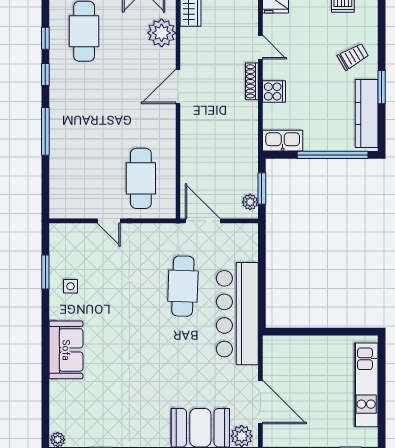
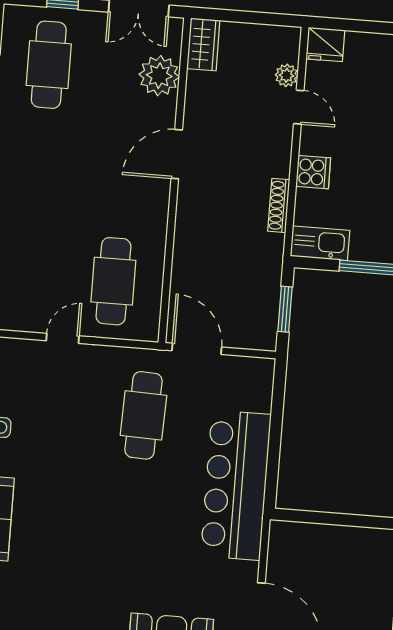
shoe rack: (252, 81) -> (279, 205), moved
plant: (250, 202) -> (287, 75), moved
door: (109, 221) -> (63, 338), swing flipped
cafe table: (183, 286) -> (143, 415), moved

